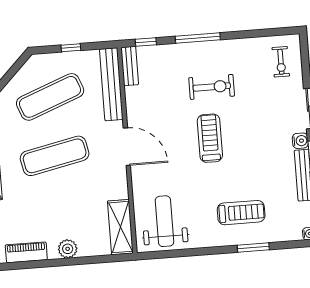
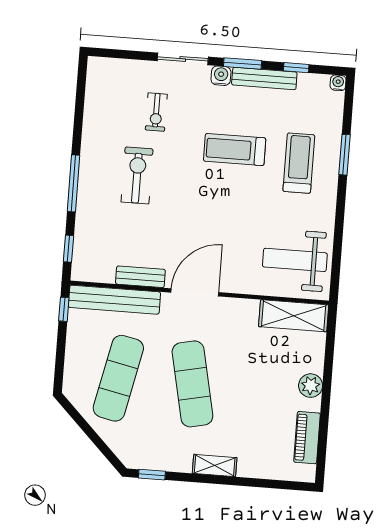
window: (71, 48) -> (64, 309), moved
exercise bike: (281, 62) -> (156, 112), moved, turned 90
bench: (130, 66) -> (140, 277), moved
exercise mat: (50, 97) -> (118, 378), turned 33
treadmill: (210, 138) -> (235, 150), moved

